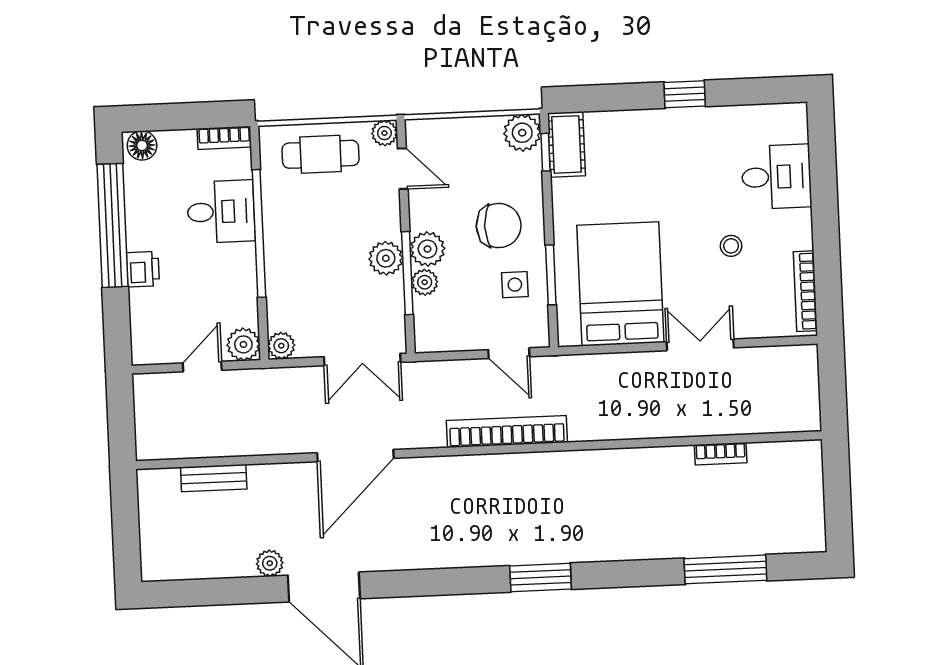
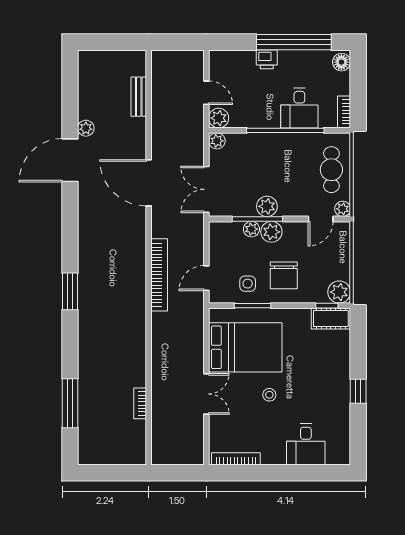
stool: (731, 246) -> (269, 395), moved

